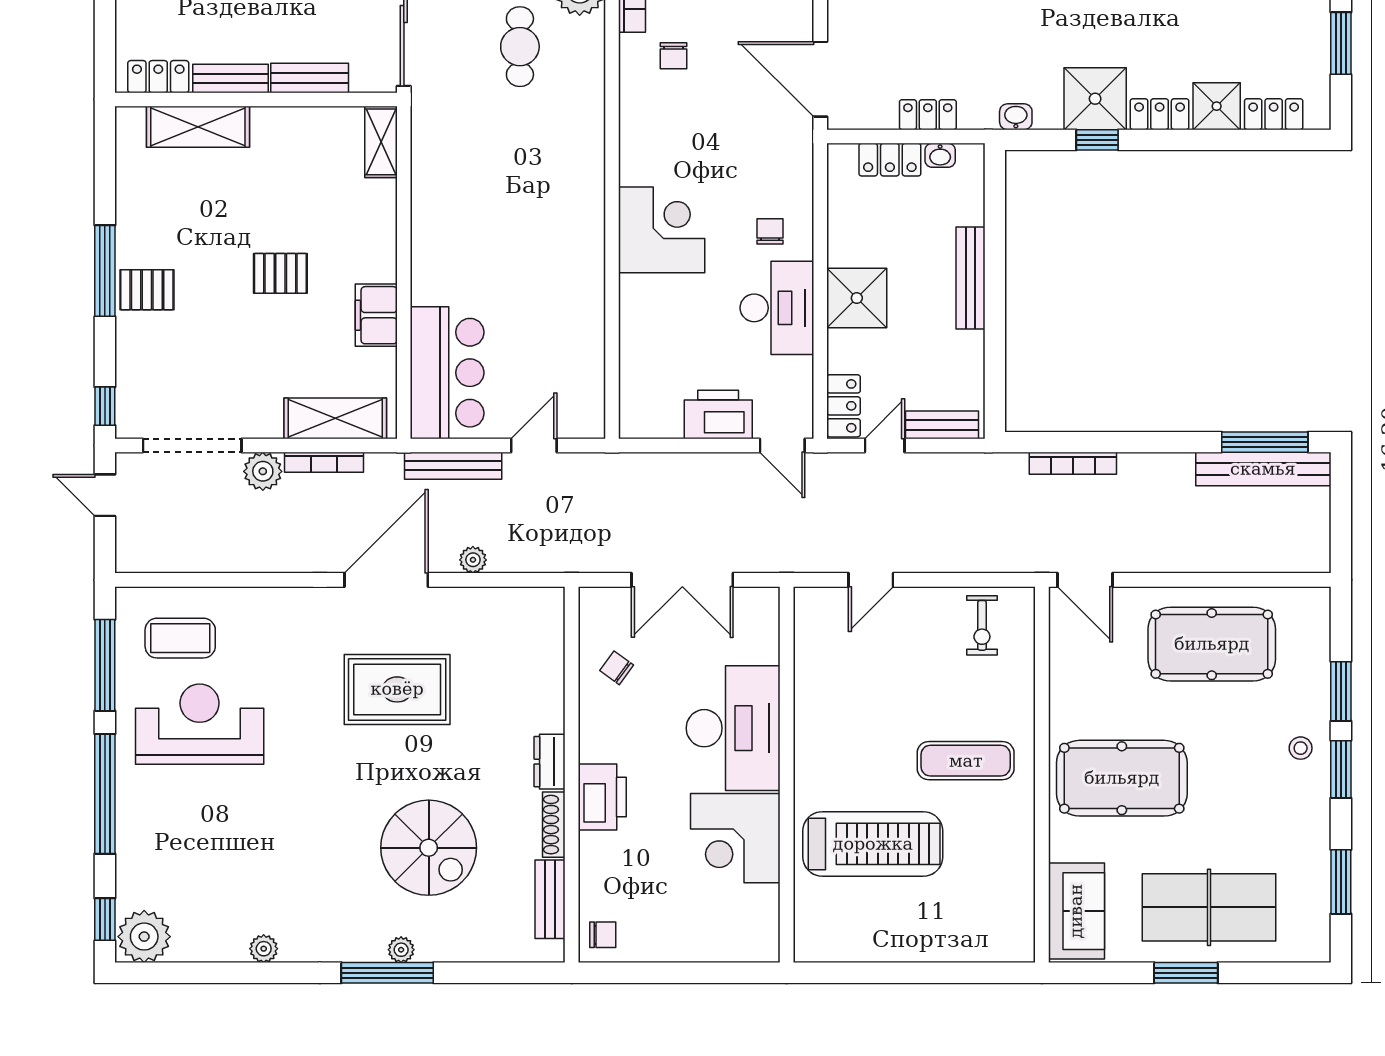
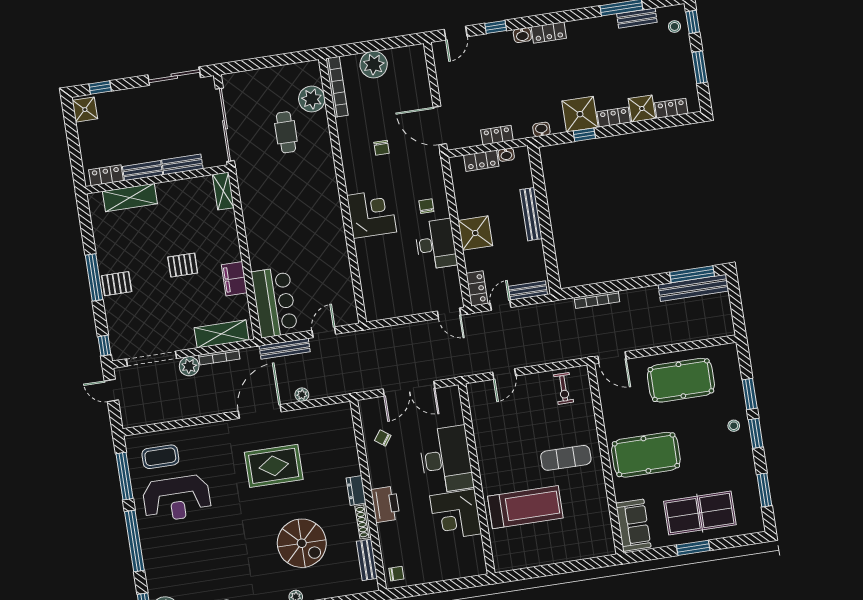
chair: (673, 56) -> (382, 148), moved
printer: (718, 414) -> (414, 302), removed
reception desk: (200, 724) -> (177, 499), turned 180

